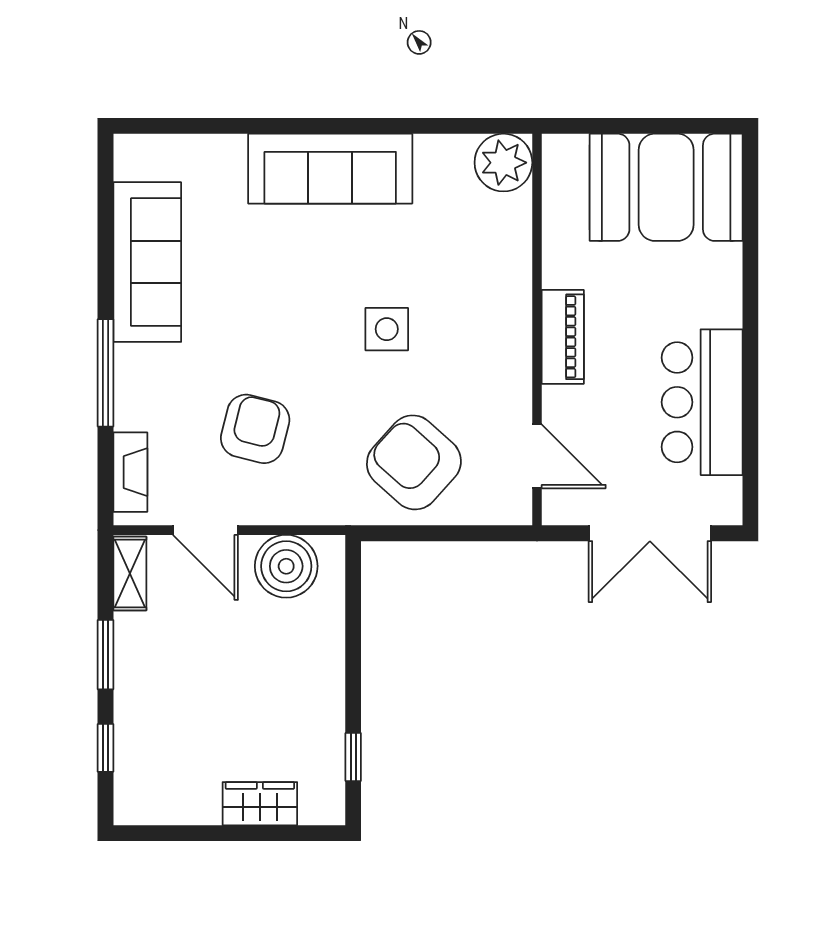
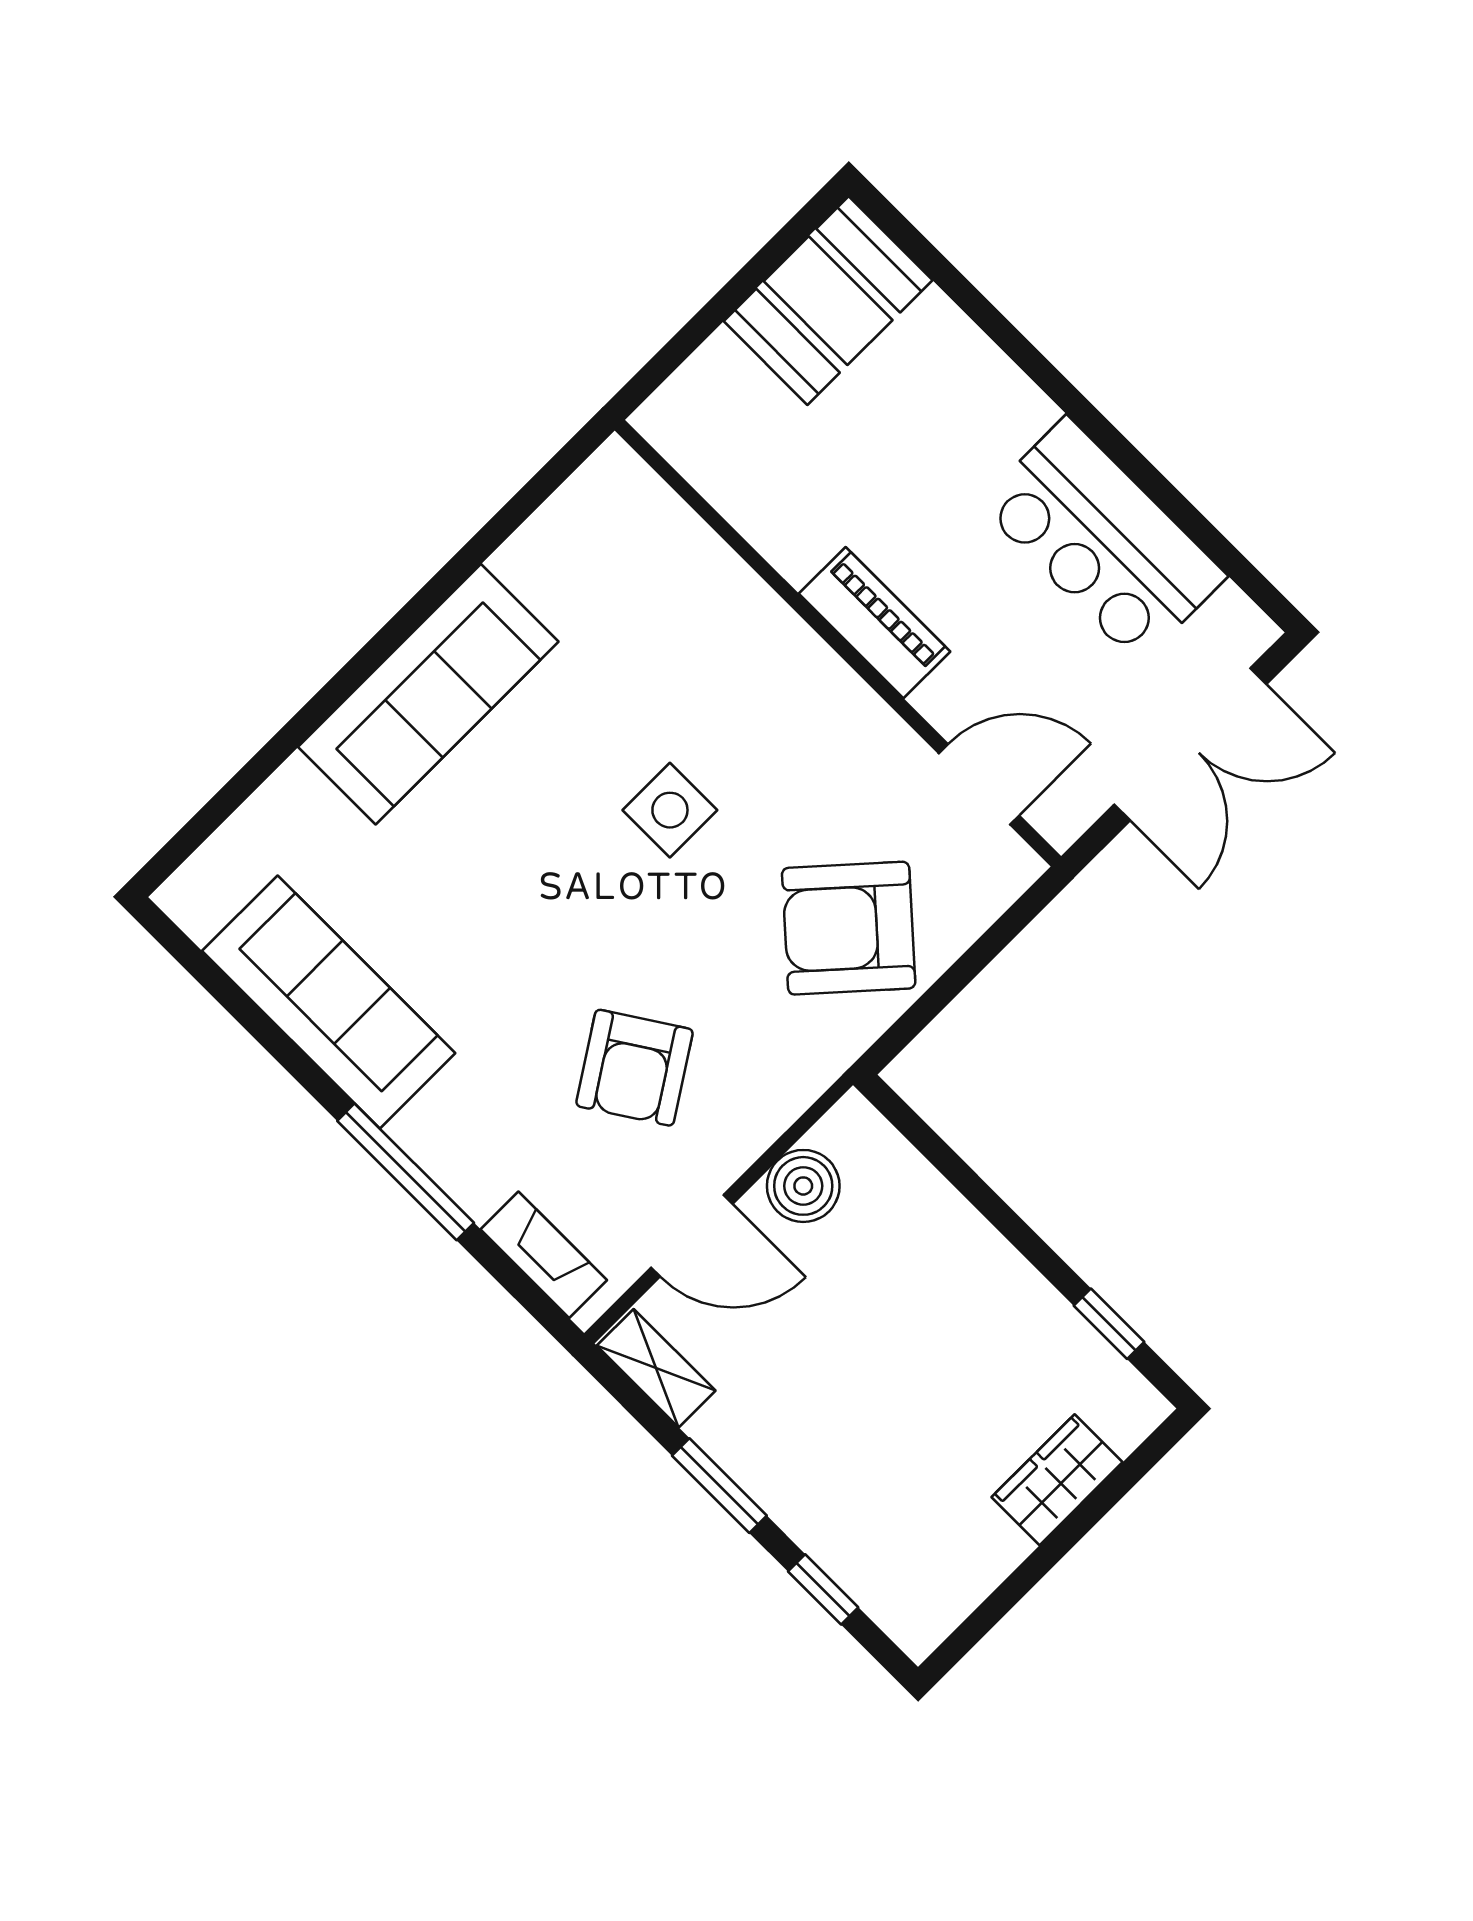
plant: (503, 163) -> (614, 495), removed
booth: (666, 187) -> (828, 301), width x0.73, depth x0.70
armchair: (255, 429) -> (634, 1068), turned -137
boiler: (286, 566) -> (803, 1186), width x0.73, depth x0.73

